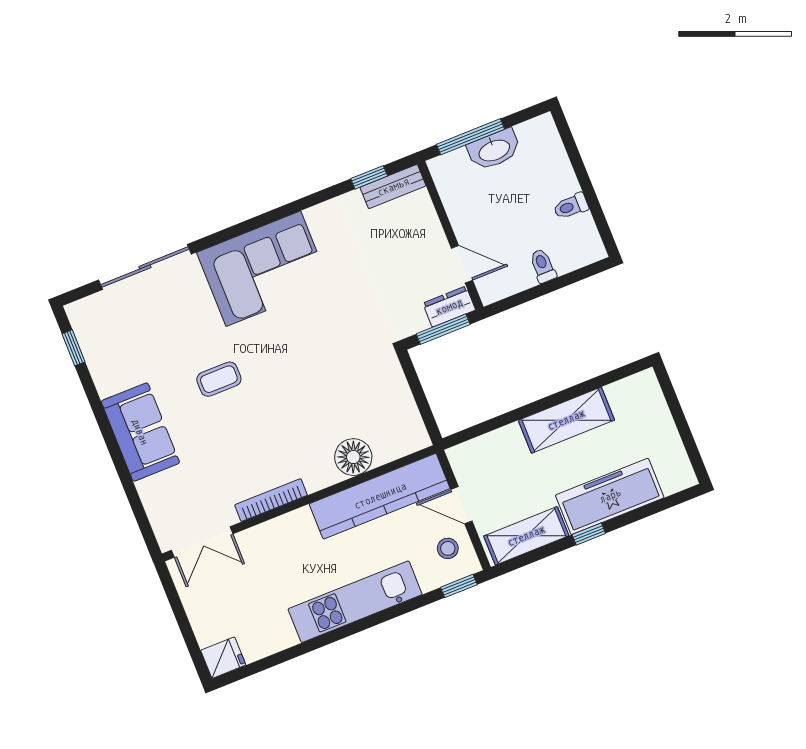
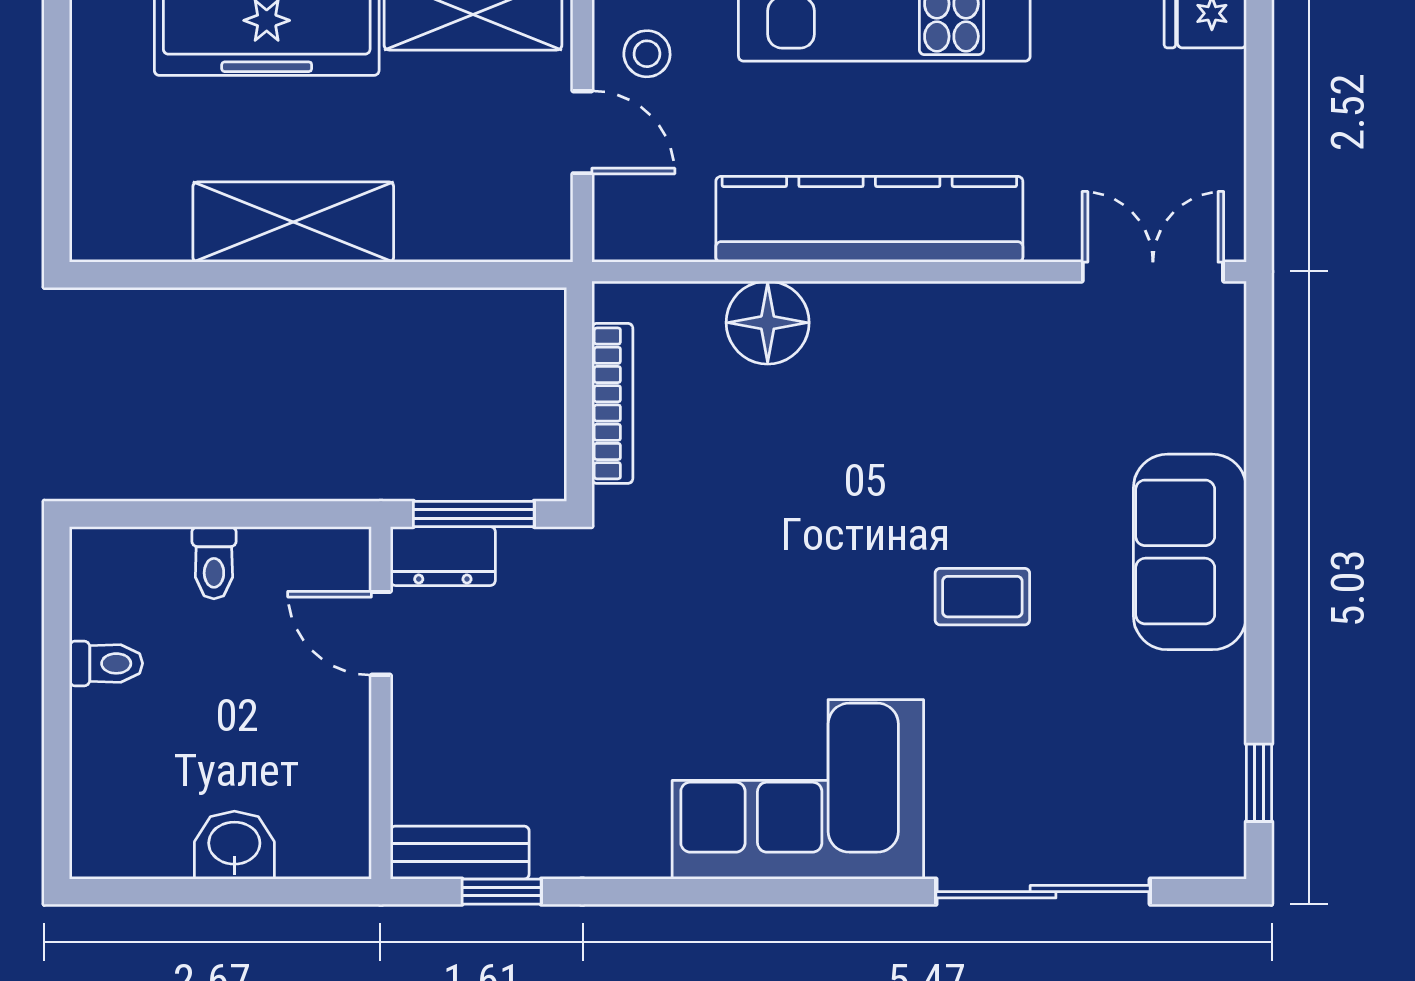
window: (470, 137) -> (257, 892), removed
washbasin: (494, 150) -> (234, 845), width x0.72
kitchen counter: (380, 496) -> (869, 219), moved
bookcase: (271, 500) -> (612, 403), moved, turned -90

